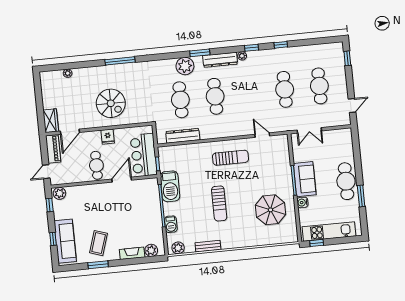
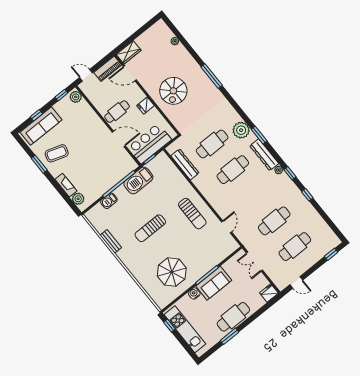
fridge: (346, 136) -> (269, 293), added
plant: (178, 248) -> (94, 219), removed

